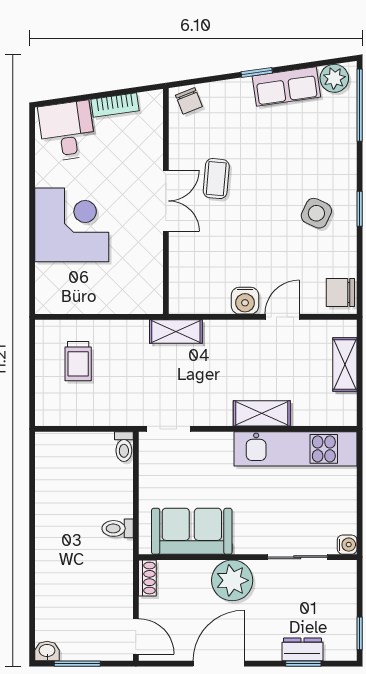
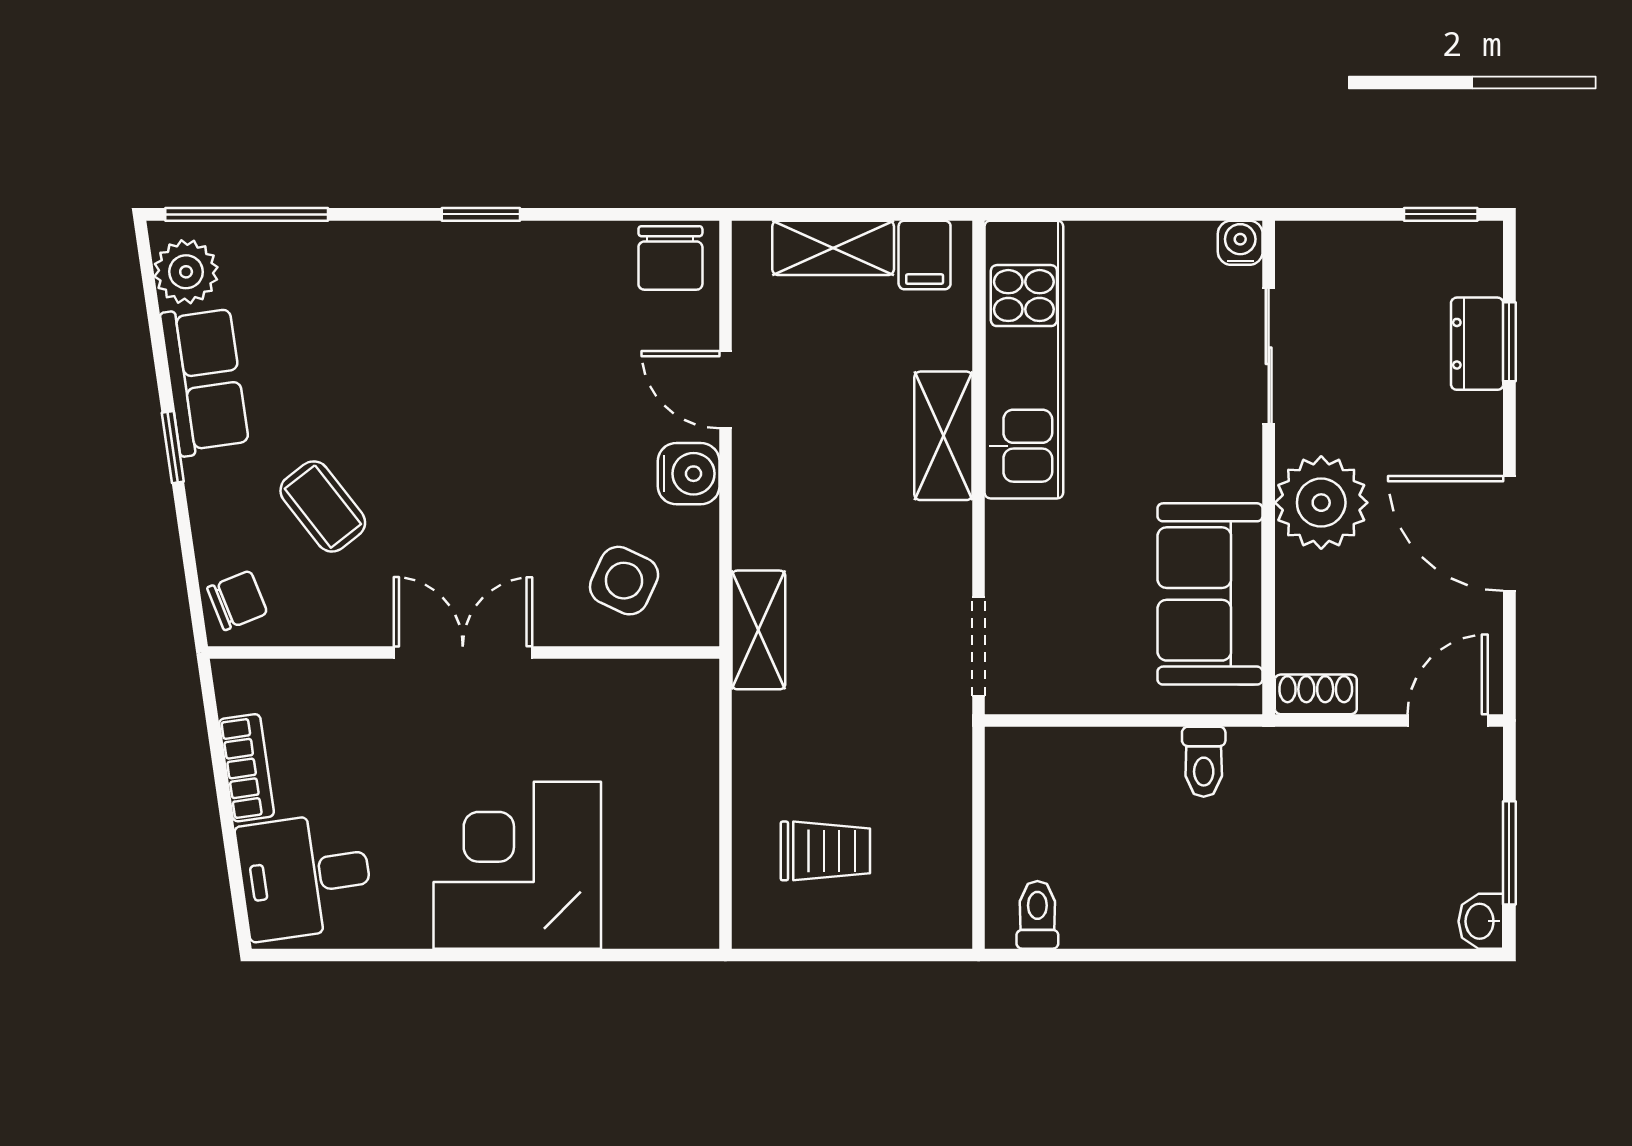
coffee table: (216, 179) -> (323, 506), moved, turned 47
side table: (316, 213) -> (624, 581), moved
filing cabinet: (342, 405) -> (925, 255), added
toilet: (124, 447) -> (1037, 915), moved, turned -90

